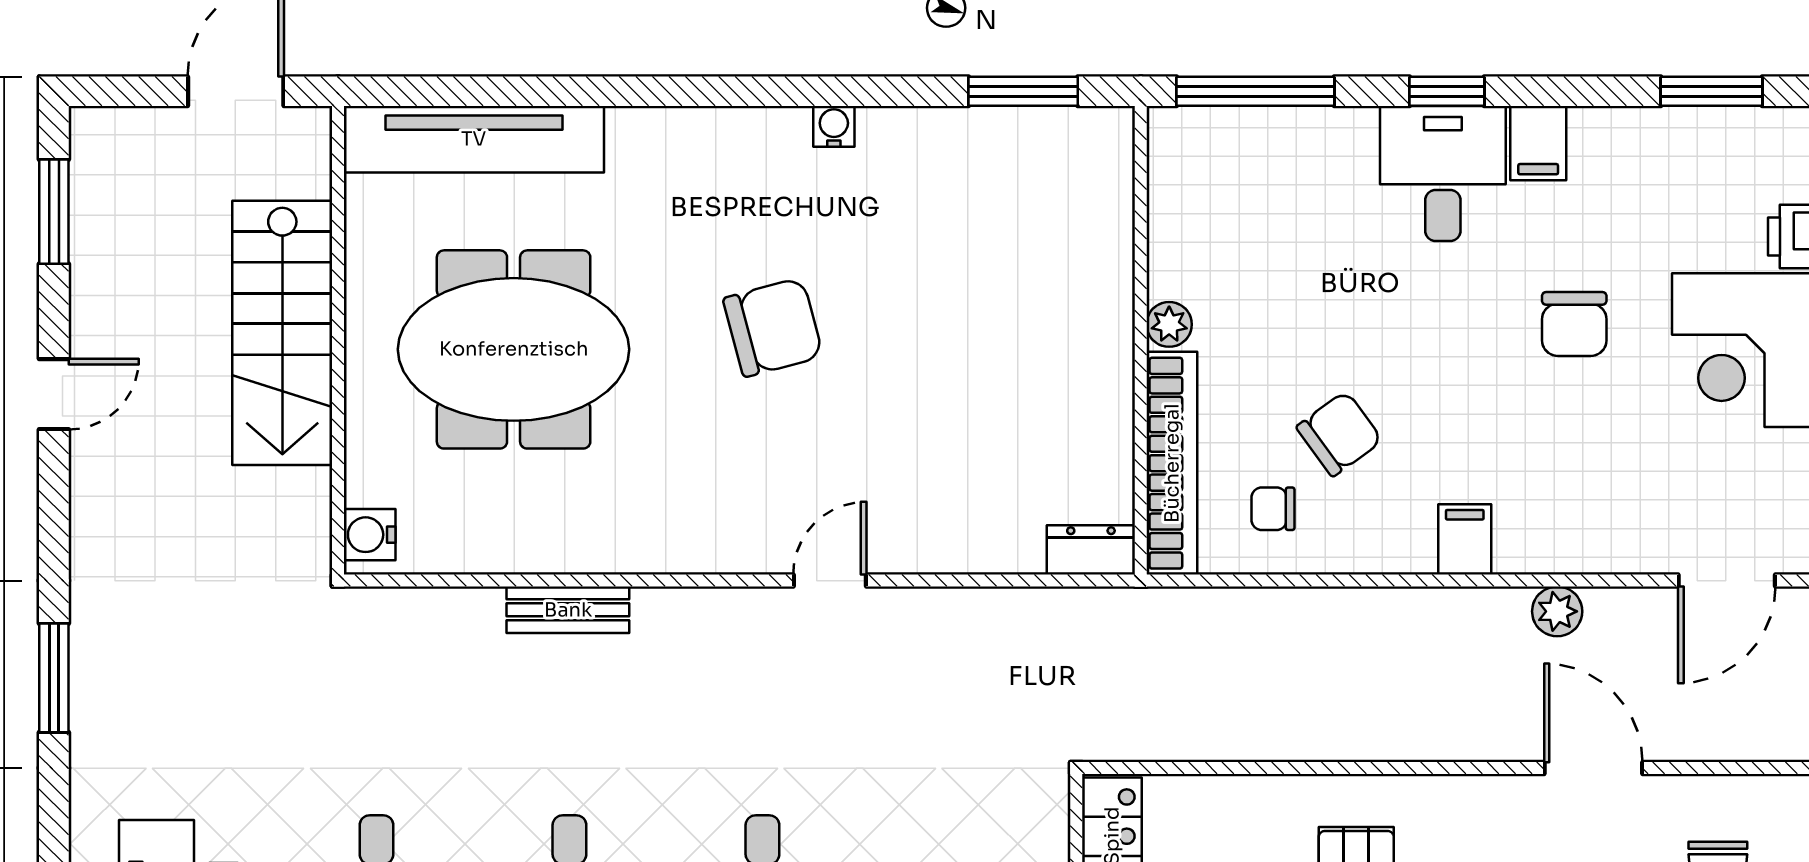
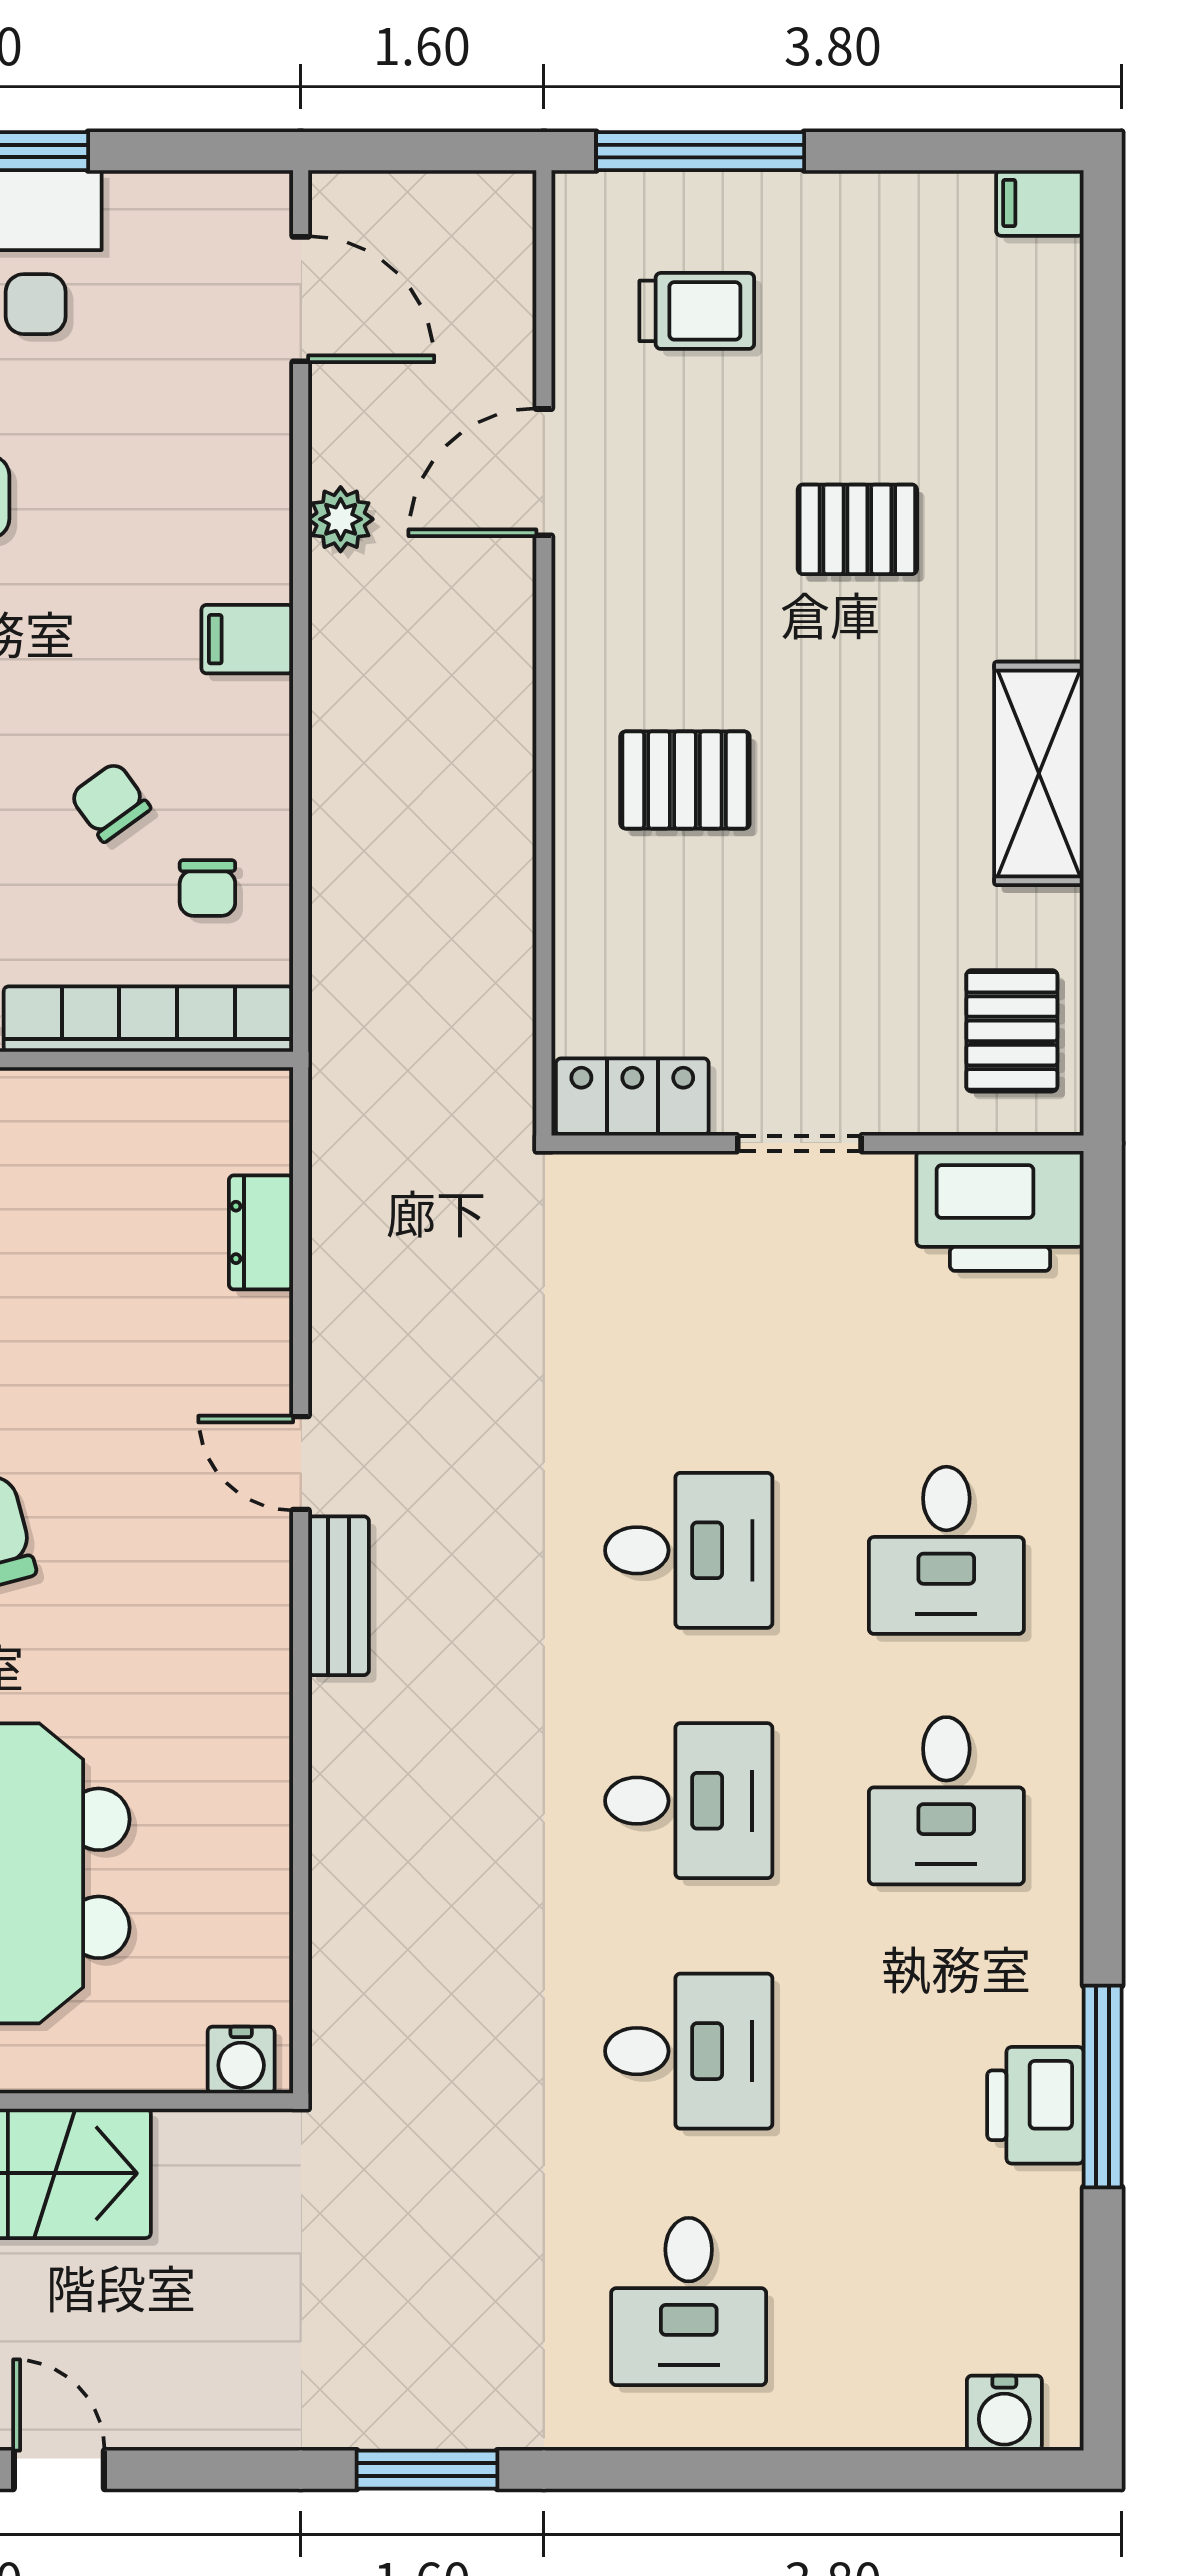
chair: (1339, 434) -> (110, 802), width x0.73, depth x0.73
dresser: (1091, 550) -> (261, 1232), moved
bench: (568, 610) -> (339, 1596), moved

